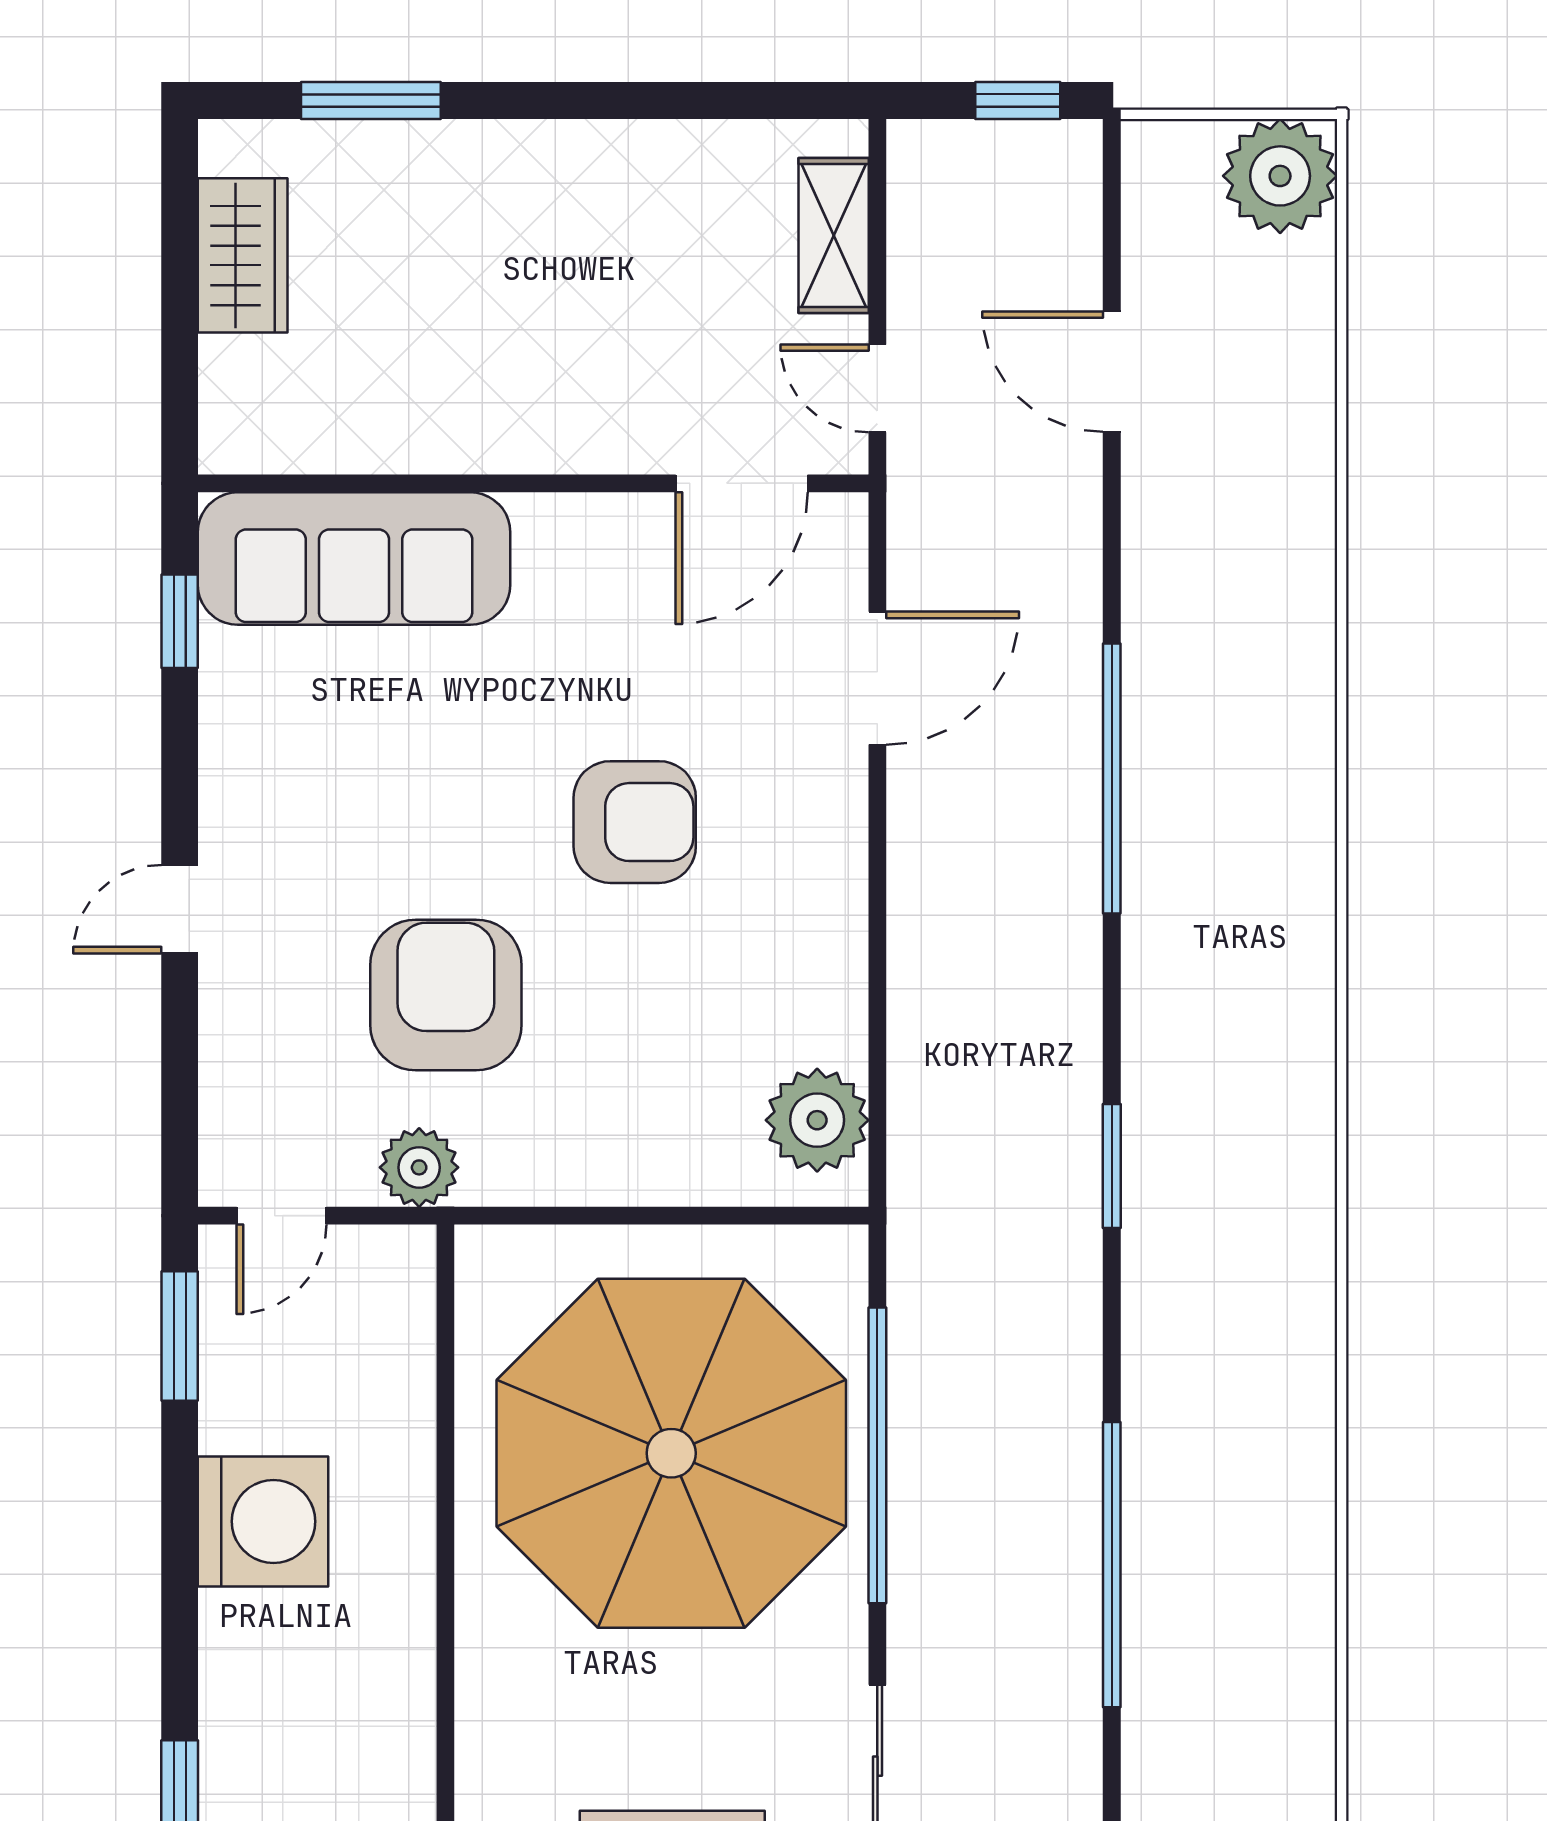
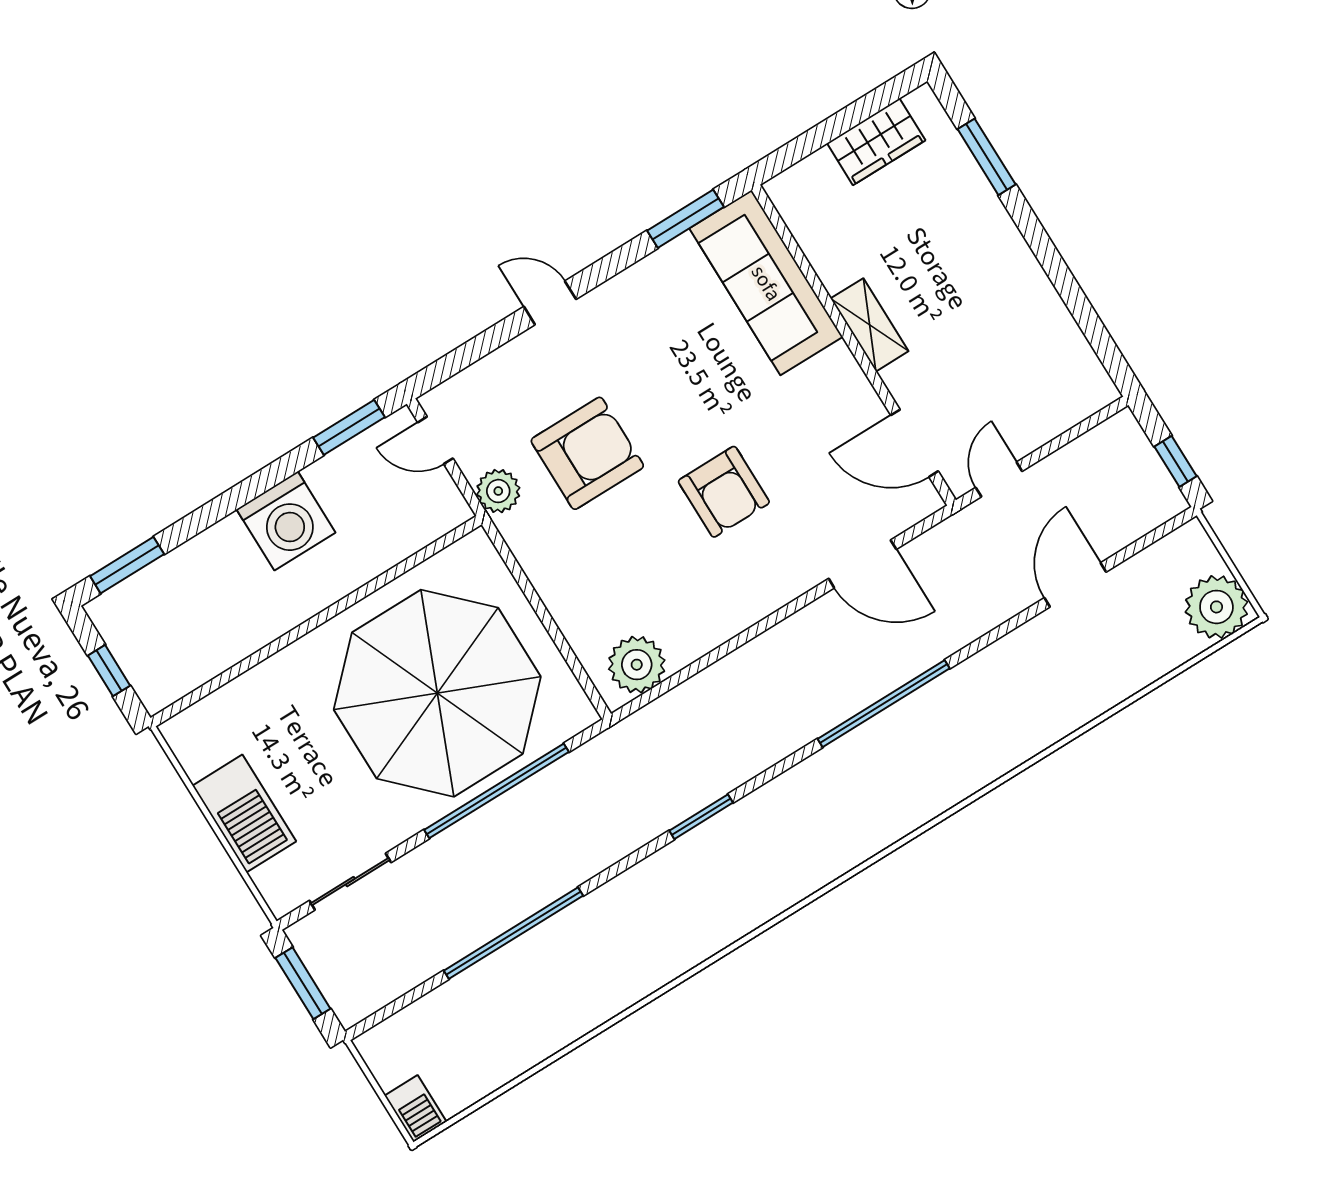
shelving: (834, 235) -> (870, 325), moved, turned 90
window: (180, 621) -> (686, 219), width x1.50

